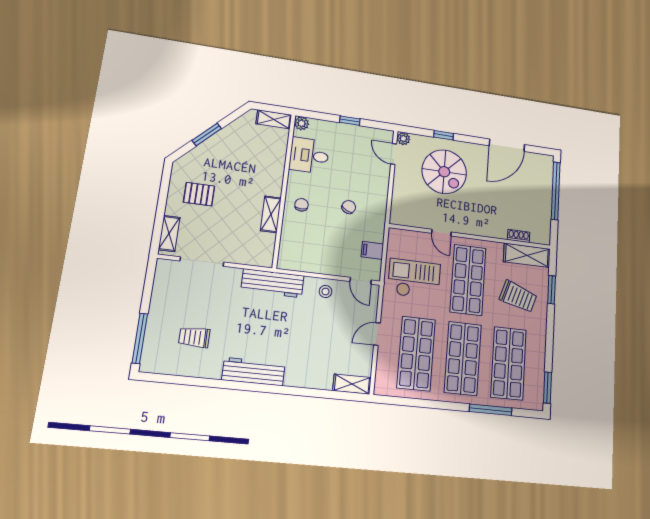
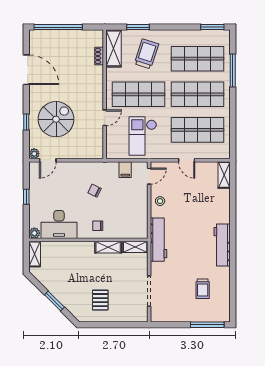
desk: (309, 156) -> (59, 224), width x1.37
shelving: (169, 234) -> (135, 247), moved

